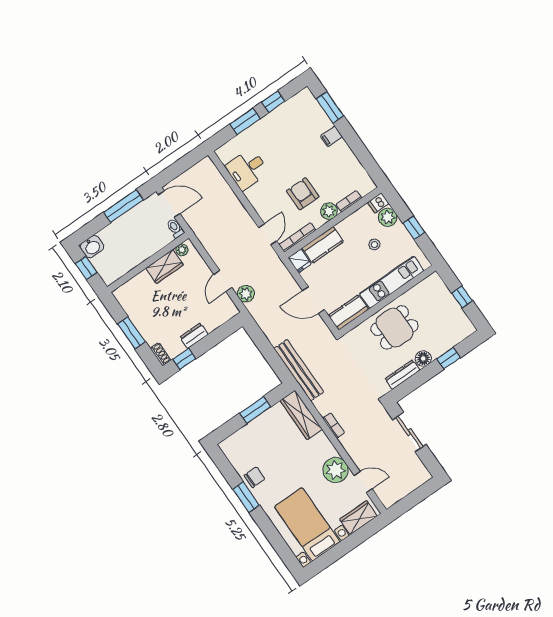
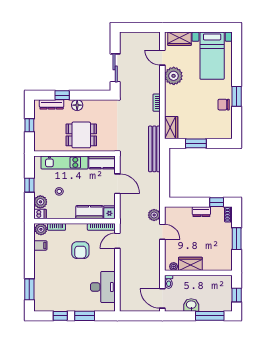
filing cabinet: (331, 136) -> (40, 245), moved
desk: (247, 169) -> (103, 287), width x1.37
window: (124, 206) -> (210, 316), moved
plant: (329, 211) -> (41, 229), moved
washbasin: (92, 247) -> (191, 305), moved
door: (223, 281) -> (162, 232), hinge flipped
dresser: (402, 375) -> (52, 104), moved
wardrobe: (301, 415) -> (171, 128), width x0.67

